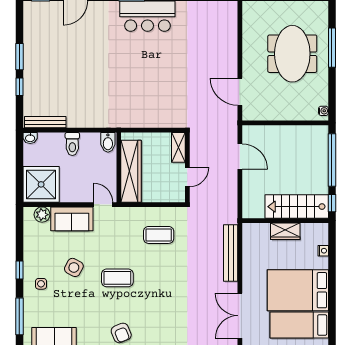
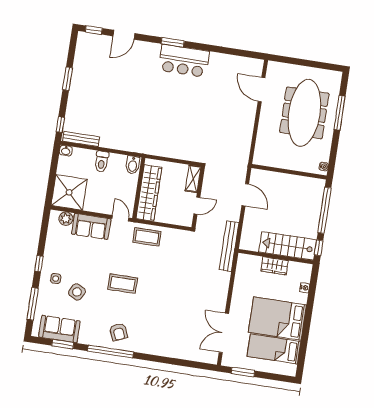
meeting table: (292, 54) -> (304, 113), width x1.36
window: (19, 87) -> (60, 125), moved
door: (240, 92) -> (261, 90), moved
coffee table: (159, 235) -> (147, 237), moved
bench: (231, 253) -> (229, 246), moved
side table: (74, 267) -> (77, 292), moved

